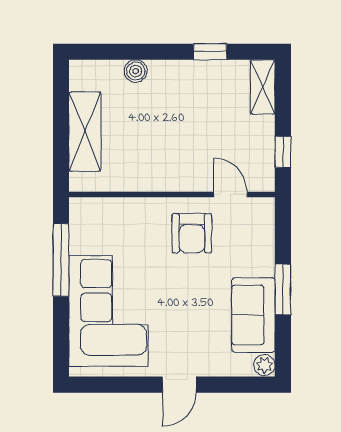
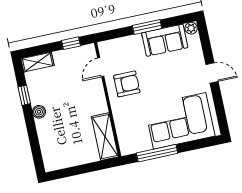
boiler: (136, 71) -> (39, 112), moved
shelving: (85, 132) -> (105, 137), moved, turned 90

